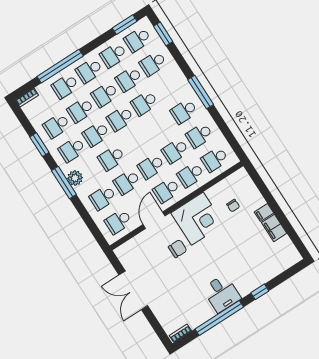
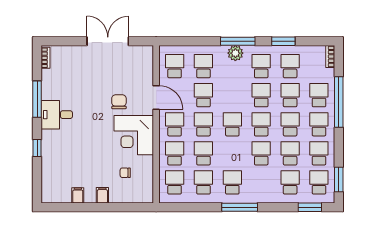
school desk: (112, 158) -> (232, 124), moved
filing cabinet: (274, 228) -> (78, 195), width x0.50
chair: (178, 249) -> (119, 102), turned 180
window: (219, 318) -> (37, 99), width x0.68

